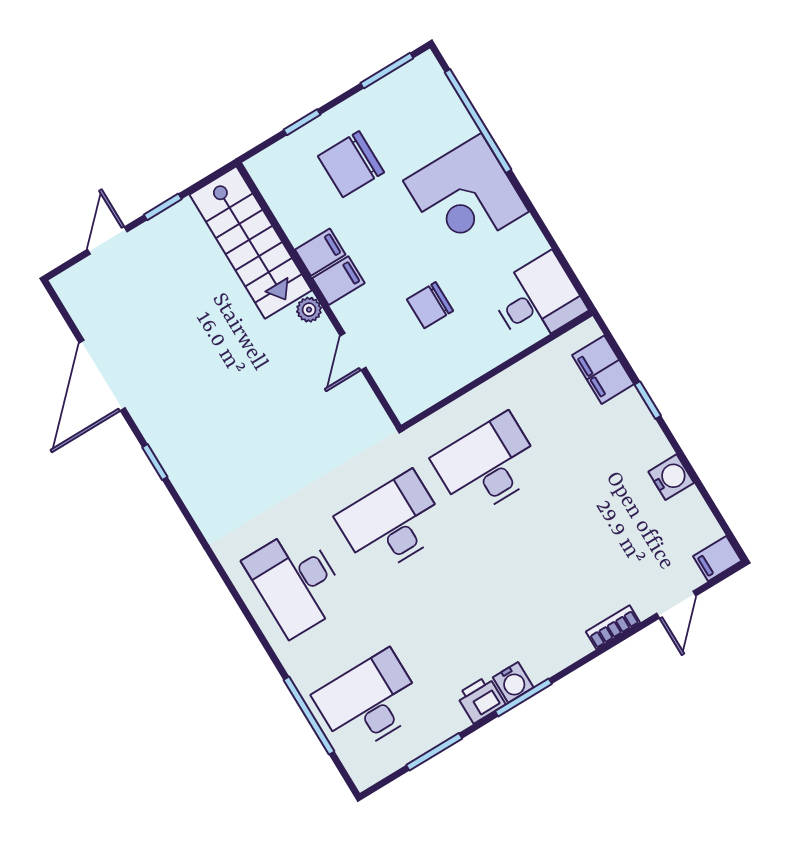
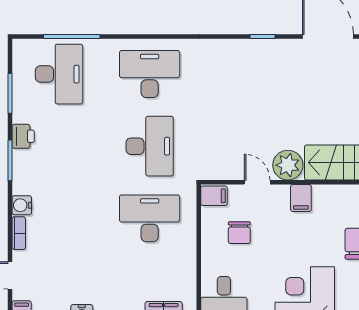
filing cabinet: (320, 252) -> (214, 196), moved, turned -90
chair: (430, 305) -> (239, 233), moved, turned 180
plant: (309, 310) -> (288, 165), width x1.88, depth x1.88
desk: (488, 465) -> (150, 218), turned -90
water cooler: (513, 682) -> (22, 205), moved

